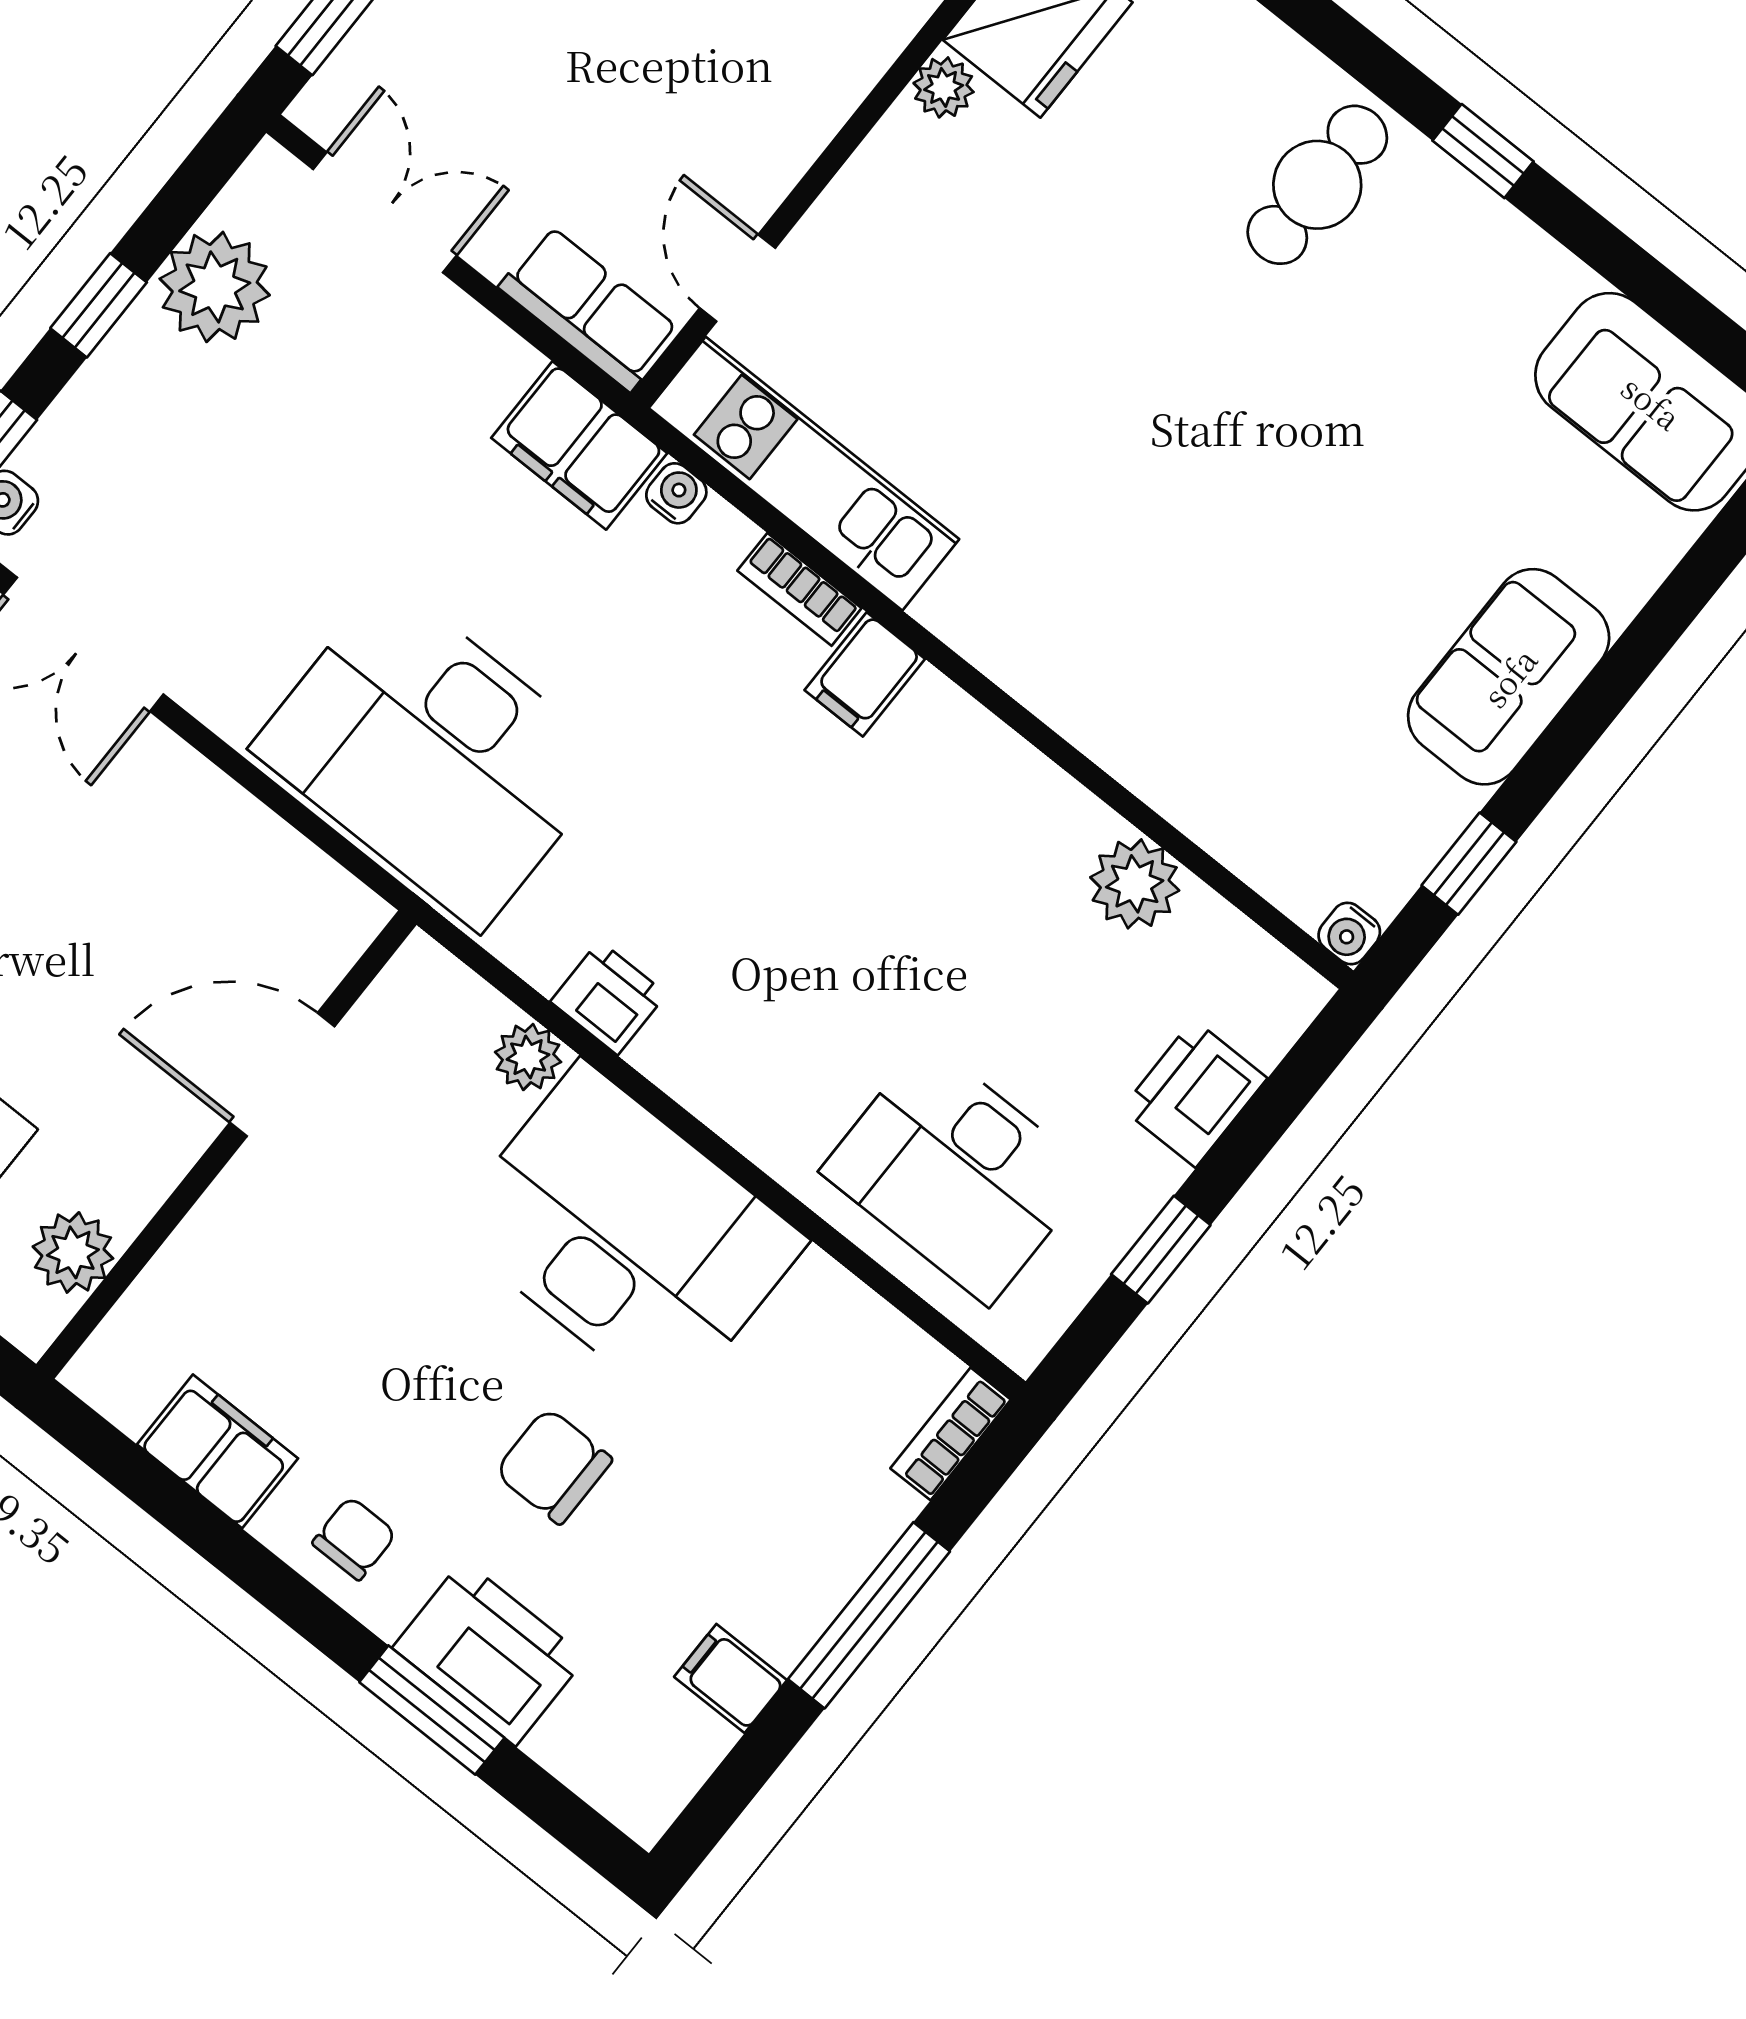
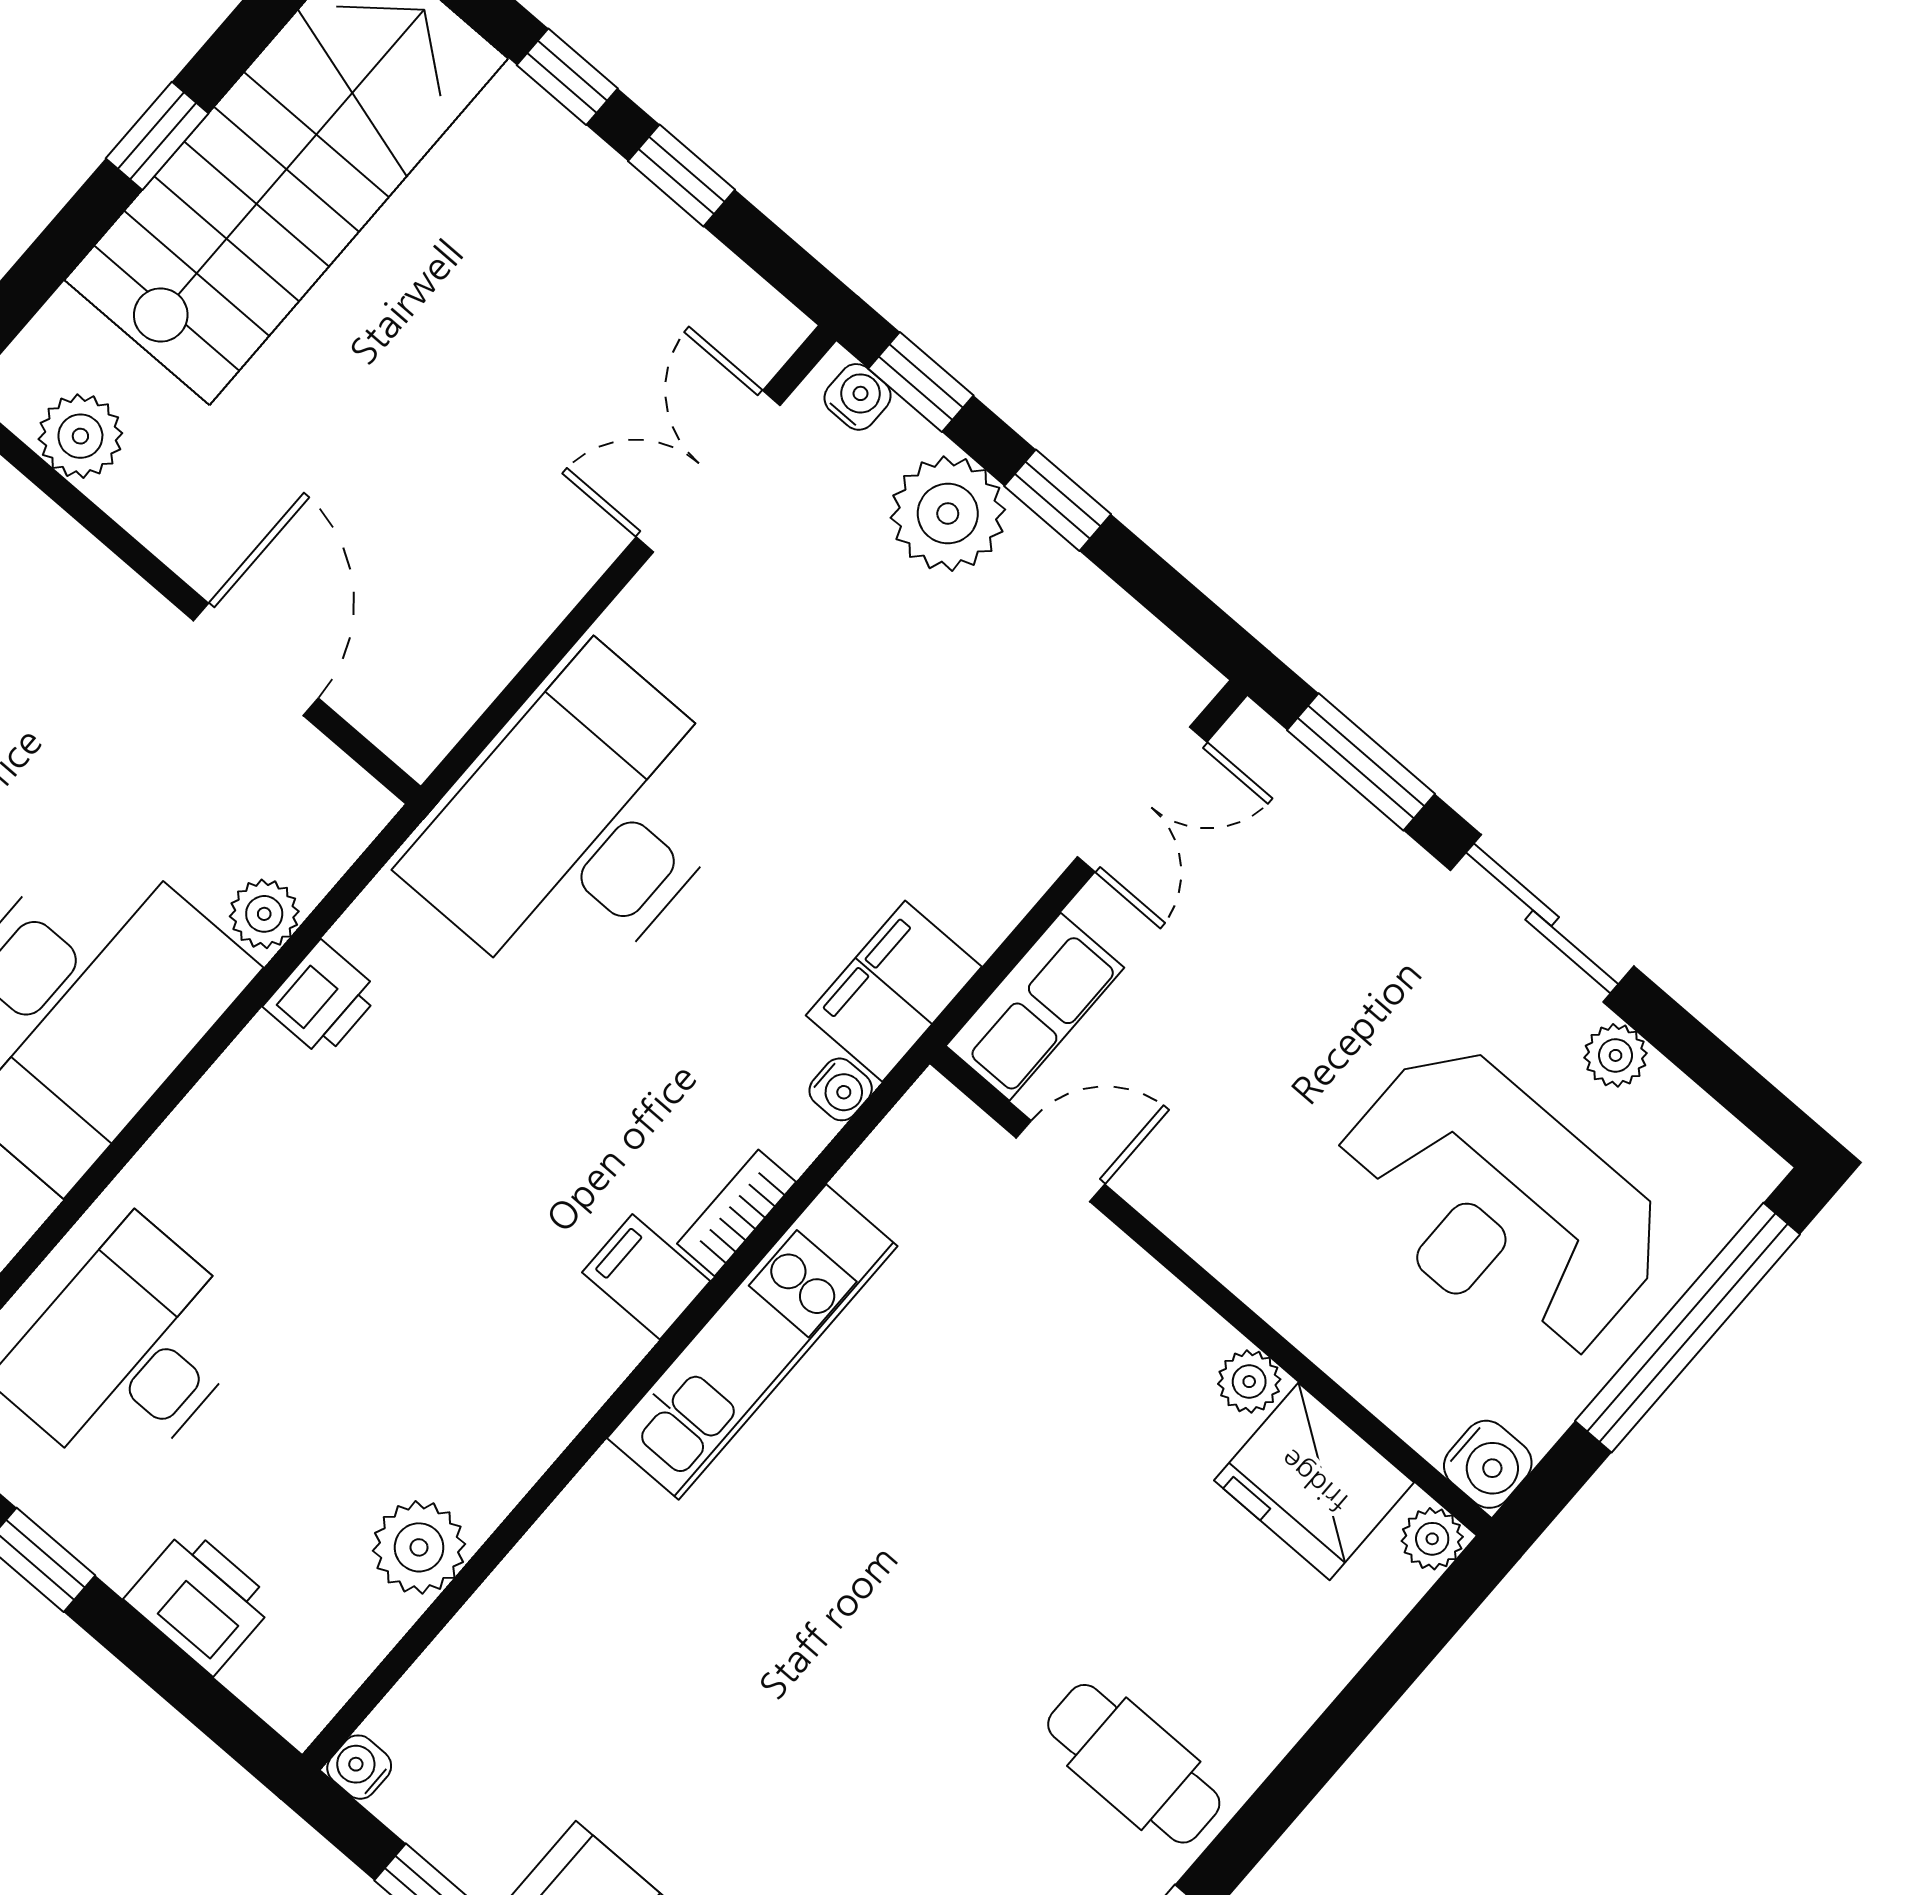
plant: (215, 287) -> (948, 514), moved
kitchen unit: (804, 474) -> (752, 1342), moved

